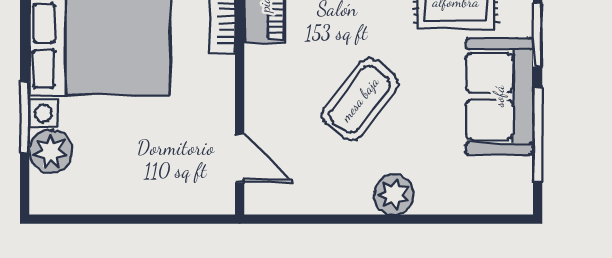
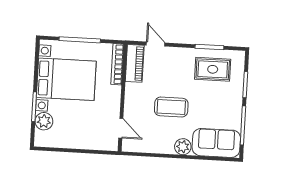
sofa: (499, 96) -> (216, 143), moved, turned 90
coffee table: (360, 99) -> (171, 107), turned 52

